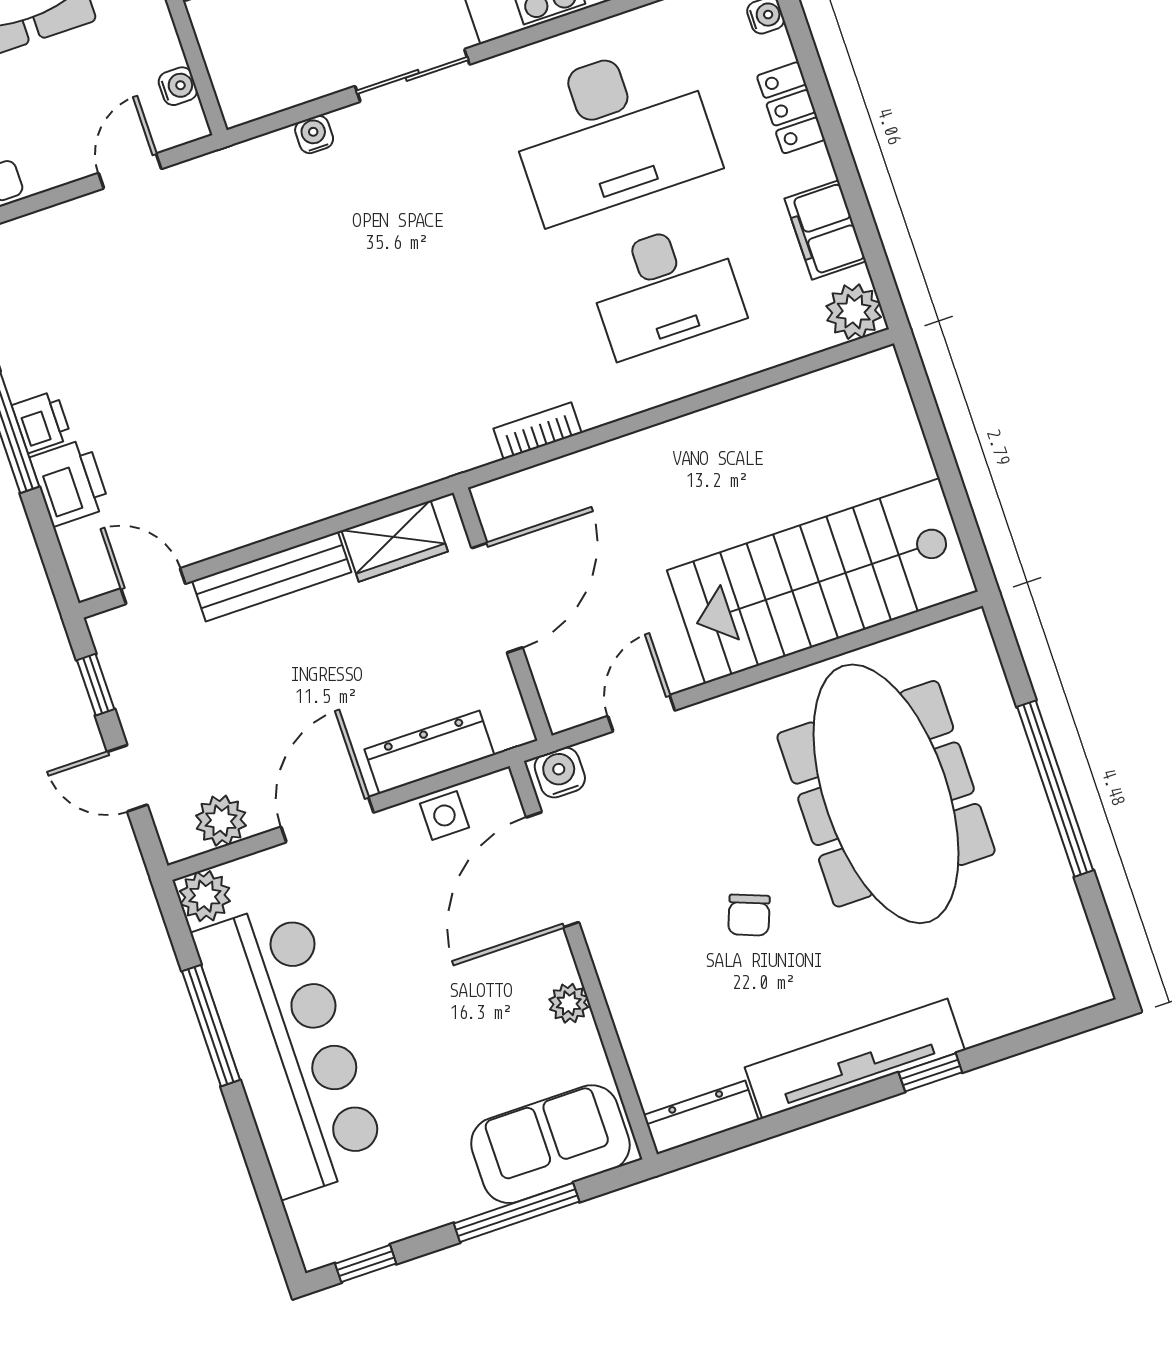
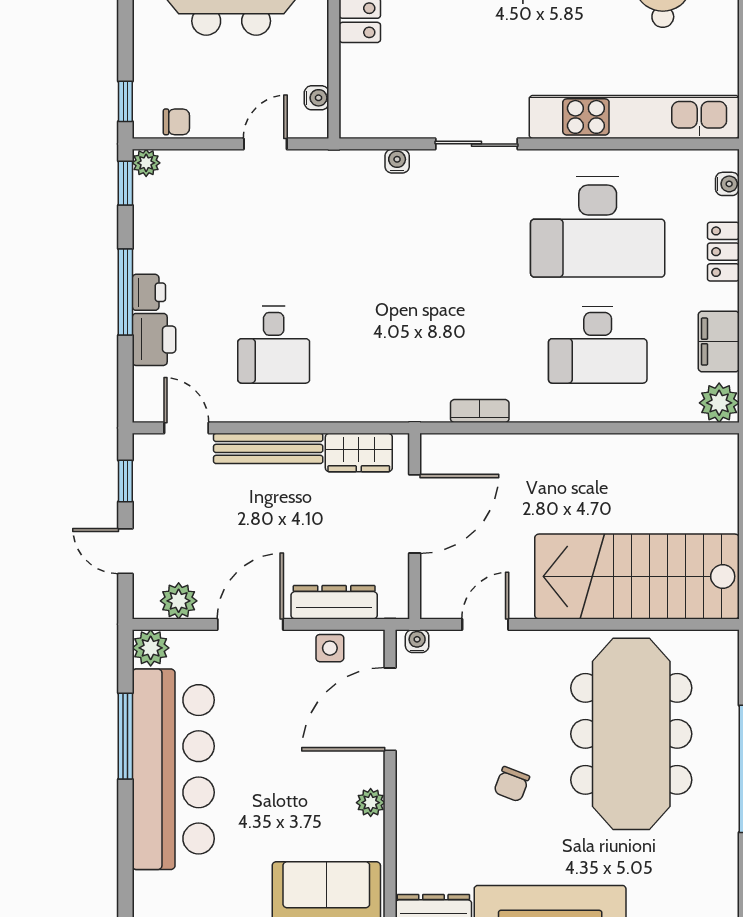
desk: (232, 435) -> (274, 345), added
water cooler: (560, 773) -> (417, 641), width x0.72, depth x0.72

